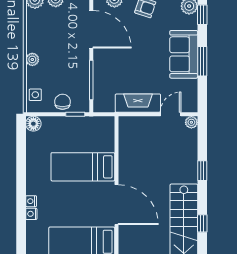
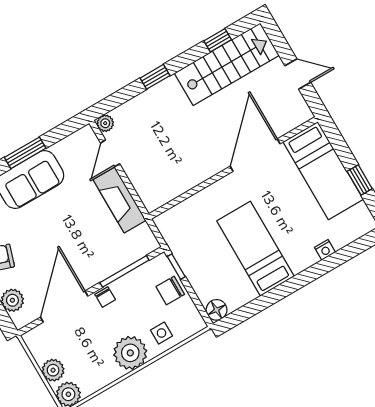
chair: (82, 58) -> (105, 297), added
plant: (32, 59) -> (130, 353), width x1.88, depth x1.88
side table: (35, 95) -> (161, 333), moved
door: (171, 114) -> (110, 153), hinge flipped
bed: (83, 167) -> (255, 249), moved, turned 180
nightstand: (31, 201) -> (310, 259), removed

